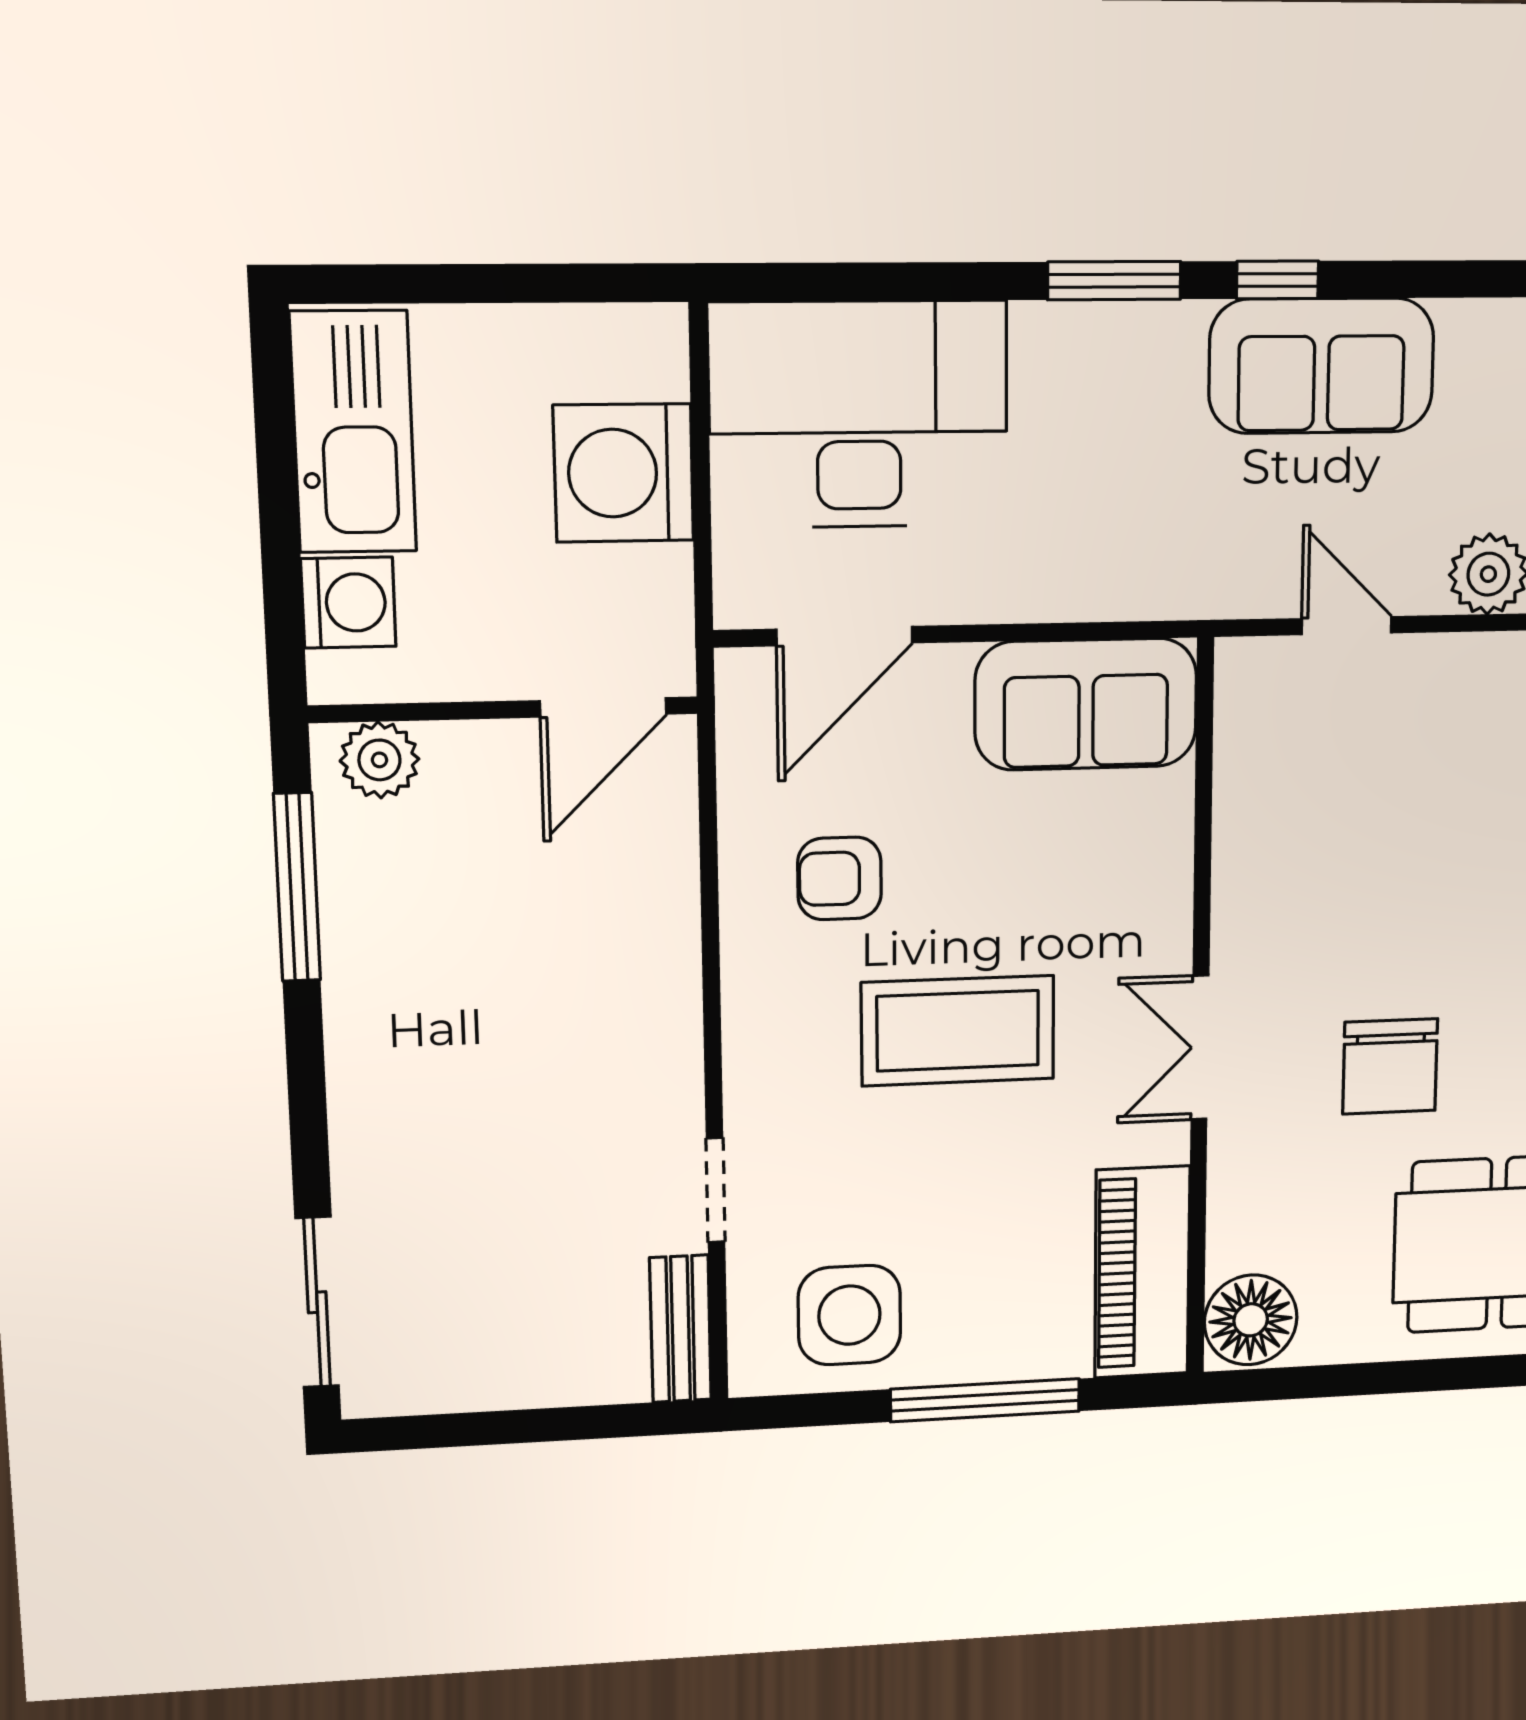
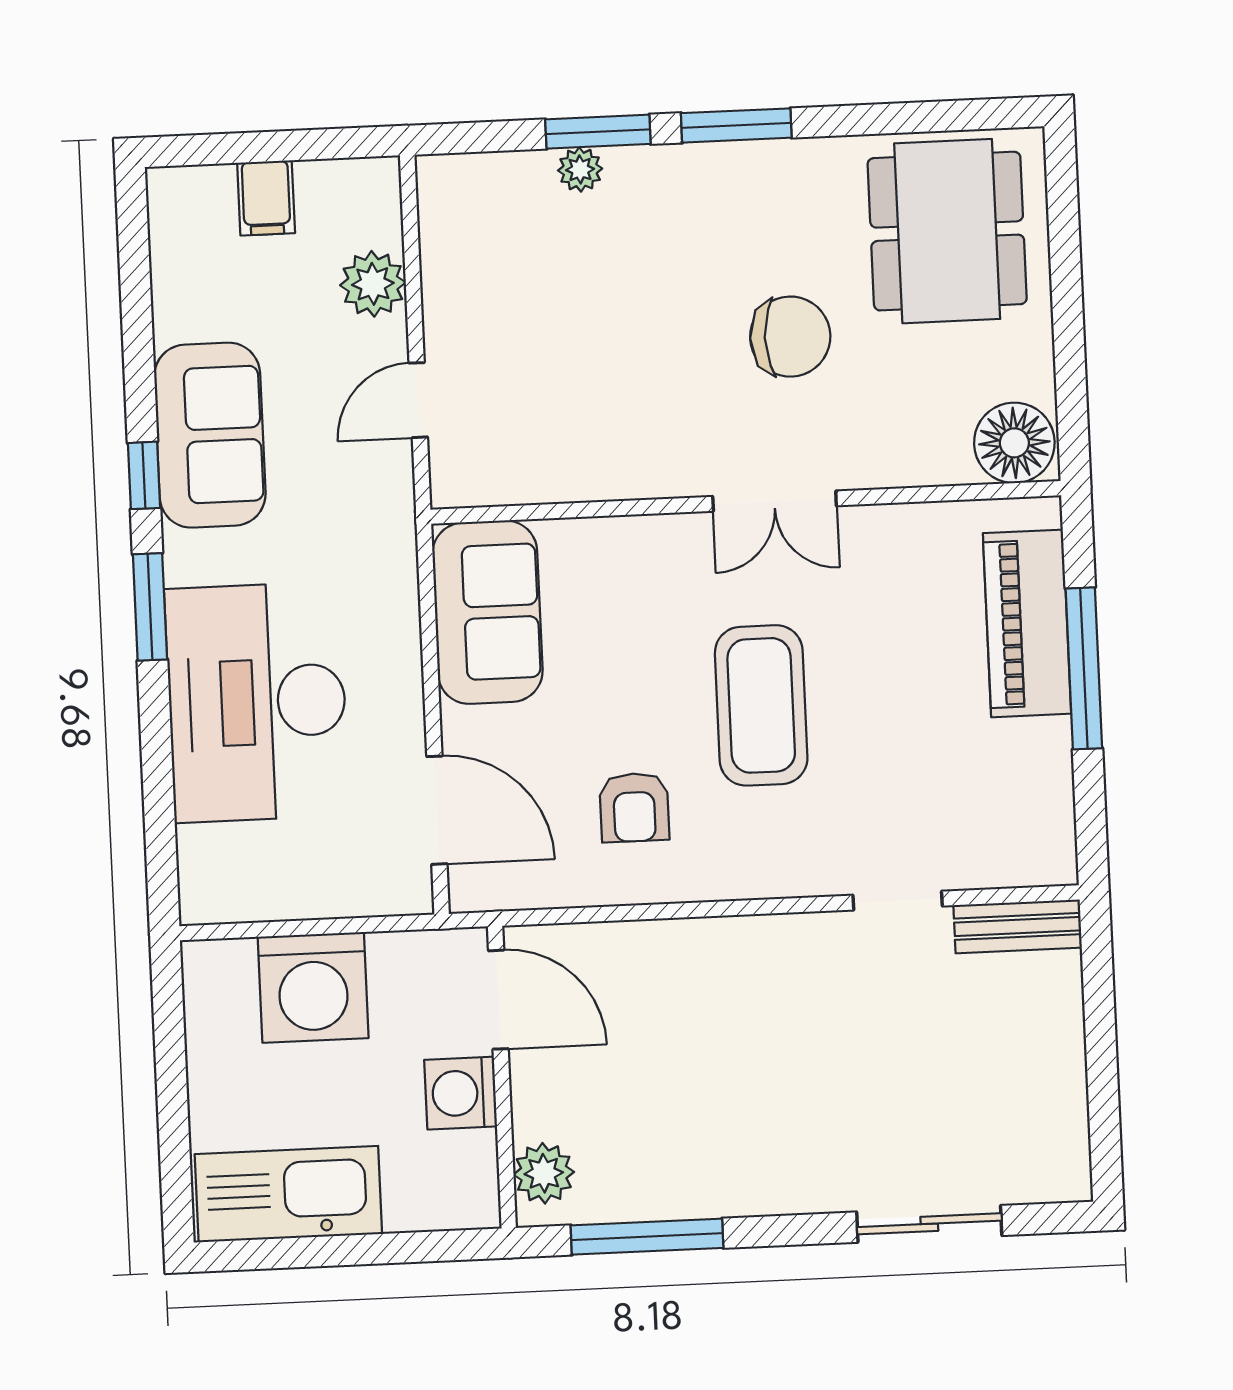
desk: (859, 414) -> (257, 702), moved
washing machine: (348, 603) -> (461, 1093), moved, turned -90
piano: (1142, 1272) -> (1027, 623), moved, turned 90
sliding door: (317, 1302) -> (929, 1224), moved
side table: (849, 1315) -> (1007, 786), removed

